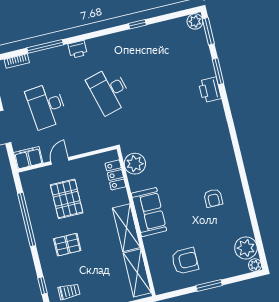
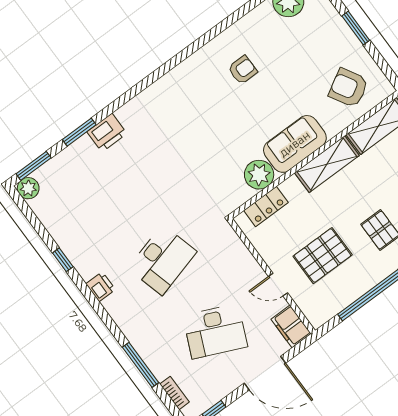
printer: (78, 49) -> (101, 287), moved
desk: (46, 106) -> (215, 331), turned 30
plant: (135, 164) -> (259, 175), moved
armchair: (185, 261) -> (349, 88), moved, turned -30

